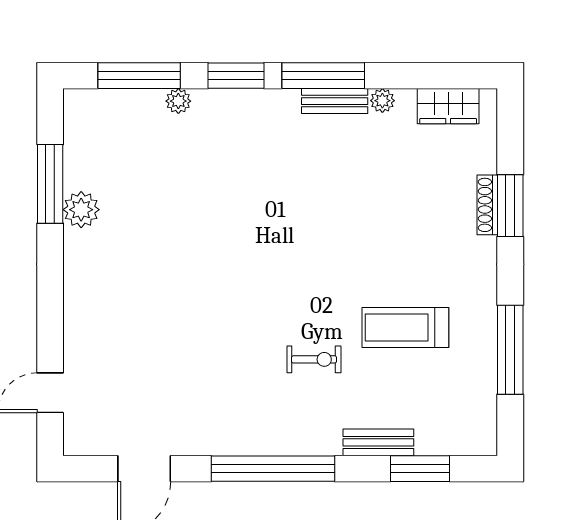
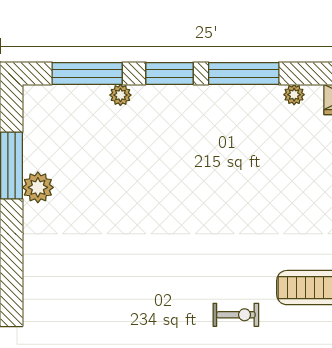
bench: (335, 101) -> (253, 95), removed

